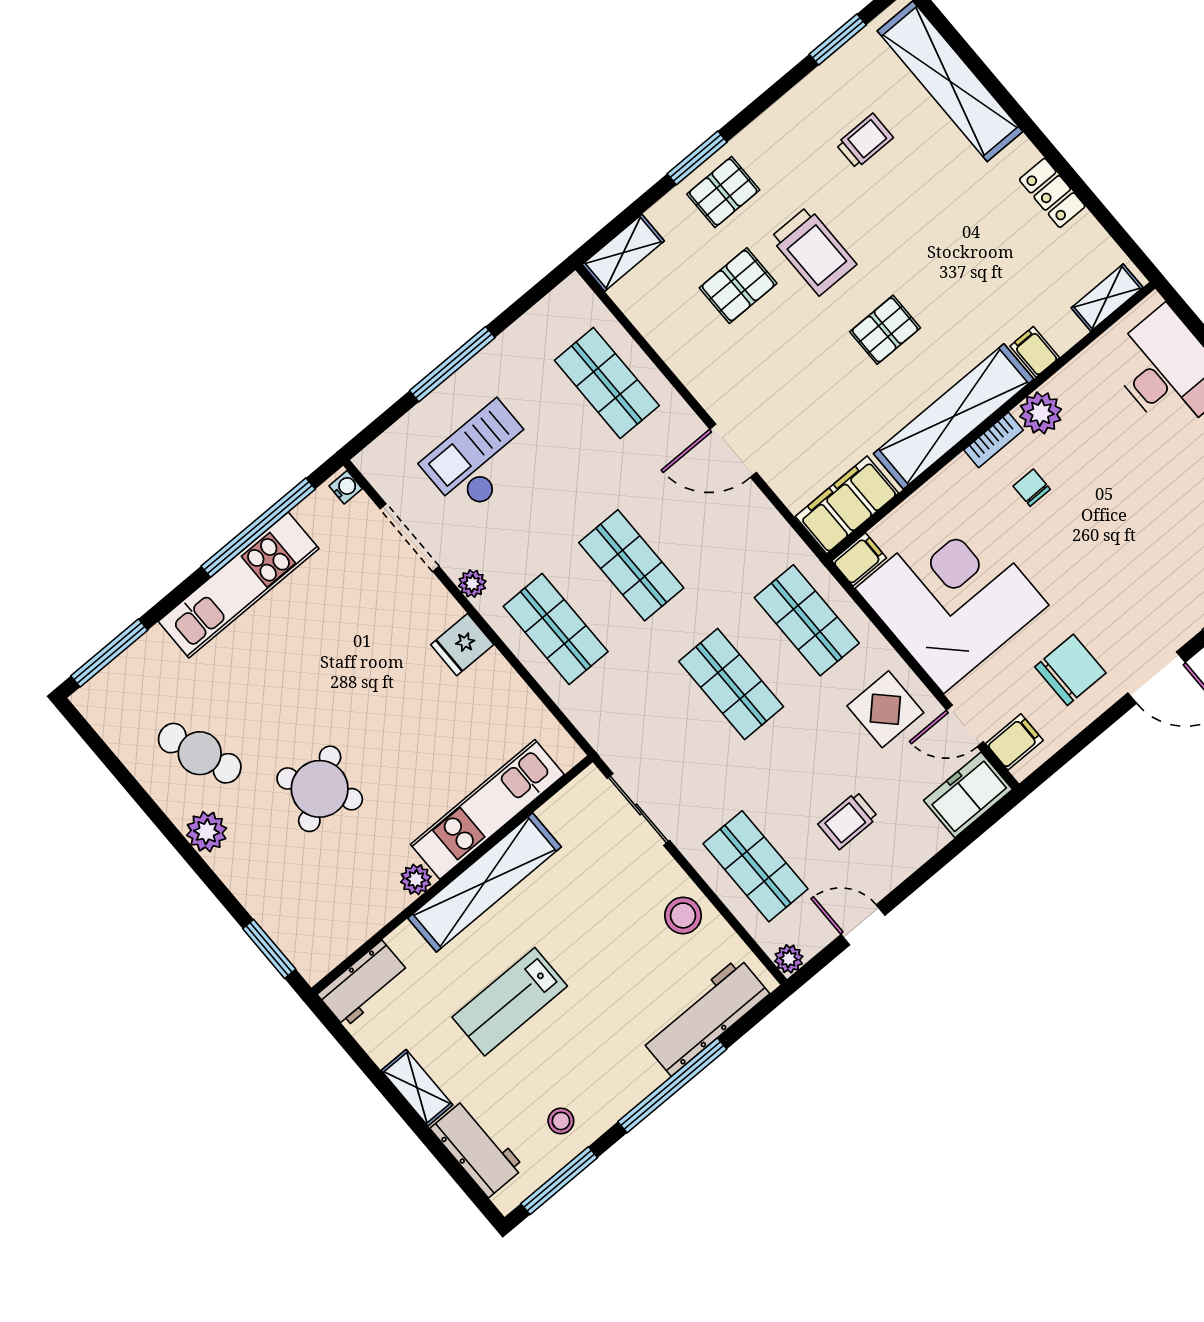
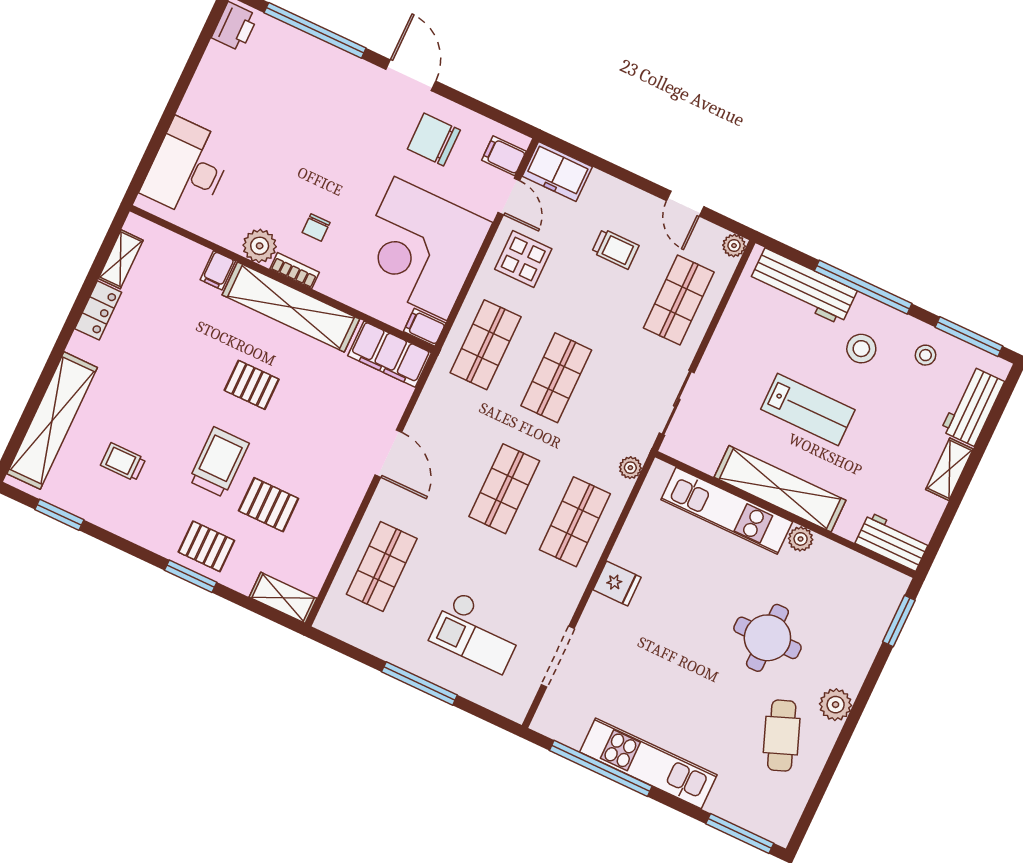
shelving: (1107, 298) -> (121, 259), moved, turned 90
water cooler: (346, 487) -> (543, 719), removed
plant: (472, 584) -> (630, 468), moved
round table: (320, 789) -> (767, 638), turned 32
stool: (683, 915) -> (861, 349), moved
lab bench: (510, 1002) -> (808, 410), moved

